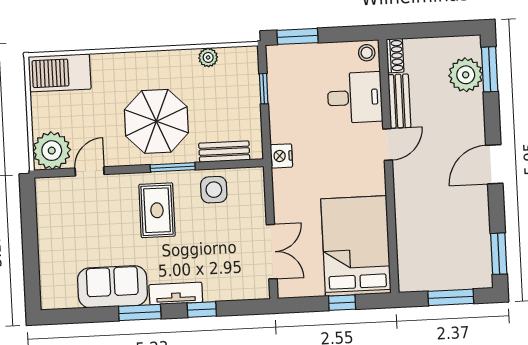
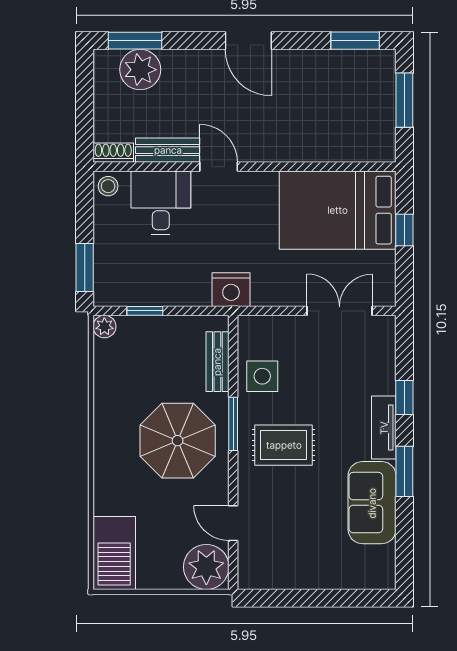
plant: (208, 57) -> (104, 327), moved
nightstand: (281, 156) -> (231, 290), width x1.36, depth x1.33

